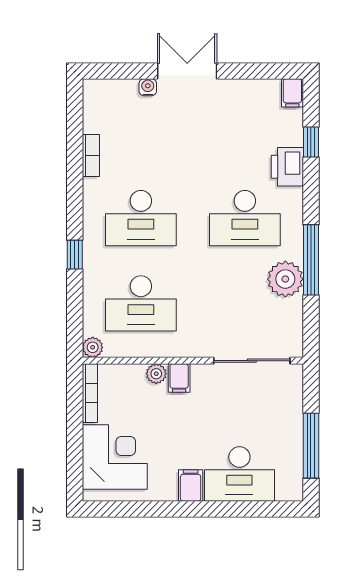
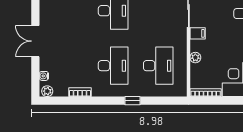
water cooler: (148, 87) -> (44, 76), moved
plant: (93, 347) -> (47, 91), moved
filing cabinet: (179, 378) -> (198, 33), moved

